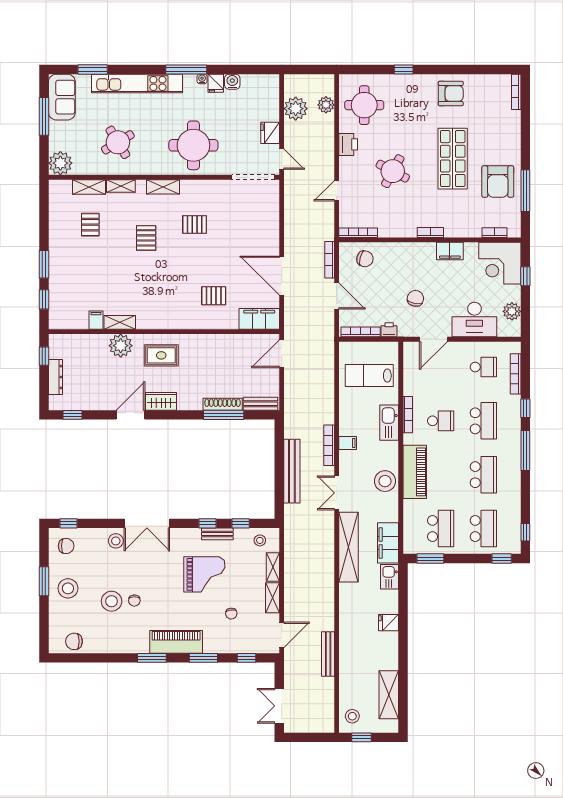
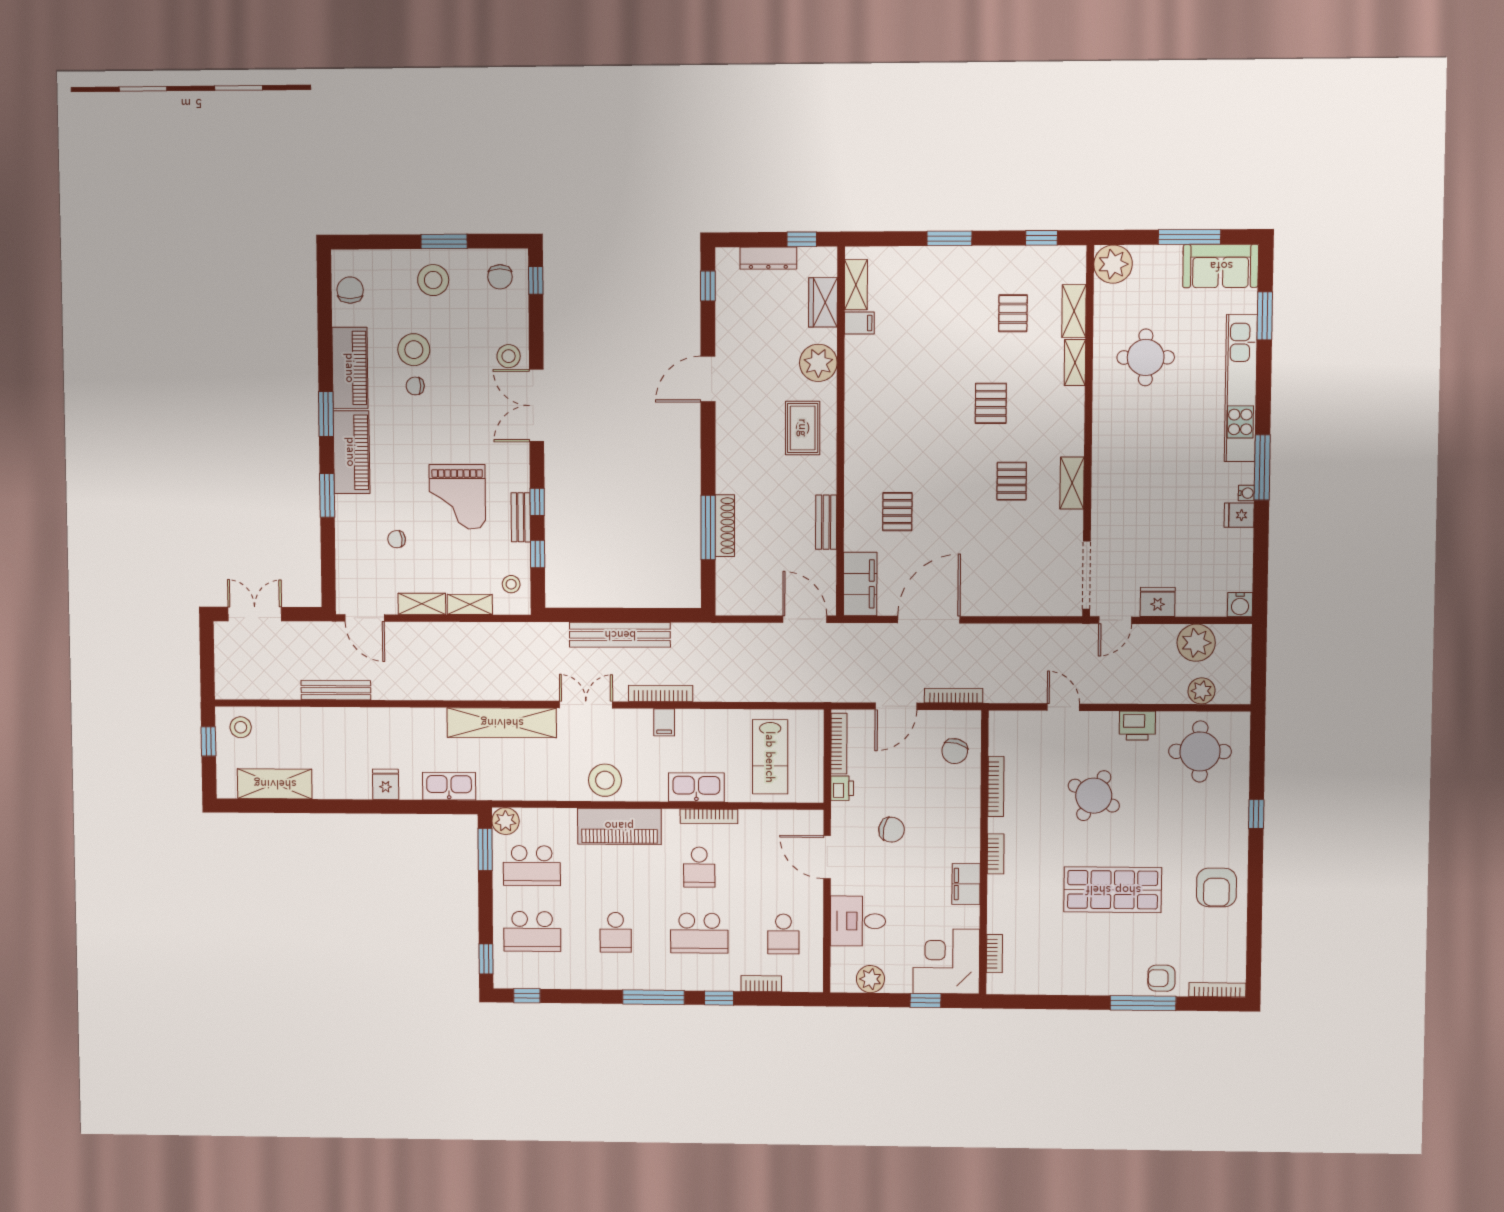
water cooler: (232, 82) -> (1240, 605), moved, turned 90
round table: (118, 142) -> (1146, 357), turned 31
round table: (193, 145) -> (1139, 479), removed
armchair: (498, 182) -> (1161, 978), moved, width x0.53, depth x0.53
shelving: (163, 187) -> (1072, 483), moved
window: (525, 191) -> (1143, 1003), moved
pallet: (90, 225) -> (1013, 313), turned 90
bookcase: (358, 233) -> (996, 786), moved
pallet: (146, 238) -> (991, 403), turned 90
window: (44, 299) -> (1041, 238), moved
desk: (474, 319) -> (858, 921), width x0.73
shelving: (120, 322) -> (856, 285), moved
bookcase: (516, 374) -> (761, 984), width x0.64
lab bench: (369, 376) -> (770, 757), turned 180
wardrobe: (161, 401) -> (823, 302), moved, turned 180
bench: (260, 404) -> (826, 522), moved
door: (131, 415) -> (708, 379), swing flipped
school desk: (483, 475) -> (616, 932), width x0.54
filing cabinet: (388, 543) -> (509, 784), removed
plant: (412, 545) -> (506, 821), added
kitchen sink: (390, 577) -> (449, 786), width x1.38
piano: (123, 642) -> (350, 368), added
window: (247, 658) -> (328, 563), removed

